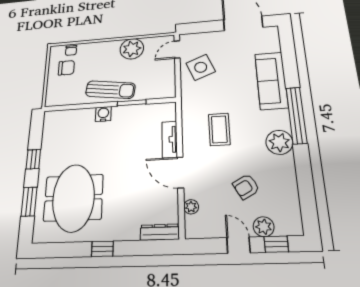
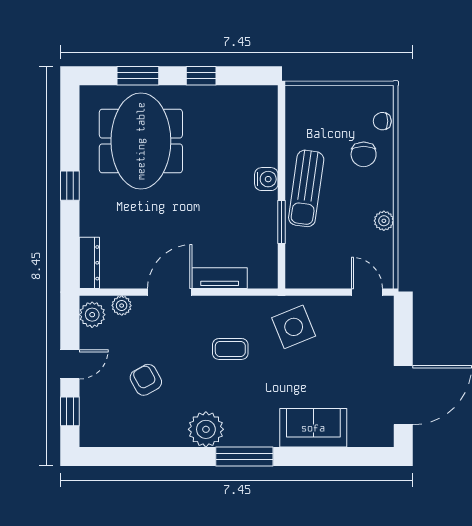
plant: (132, 49) -> (384, 221), width x0.53, depth x0.53
side table: (201, 67) -> (294, 327), moved
chair: (66, 68) -> (364, 154), moved
sofa: (271, 81) -> (313, 428), width x0.73
window: (296, 115) -> (244, 456), width x0.68
coffee table: (219, 129) -> (230, 349), width x0.73, depth x0.77
meeting table: (73, 198) -> (141, 141), turned 90
plant: (264, 227) -> (92, 315), moved

